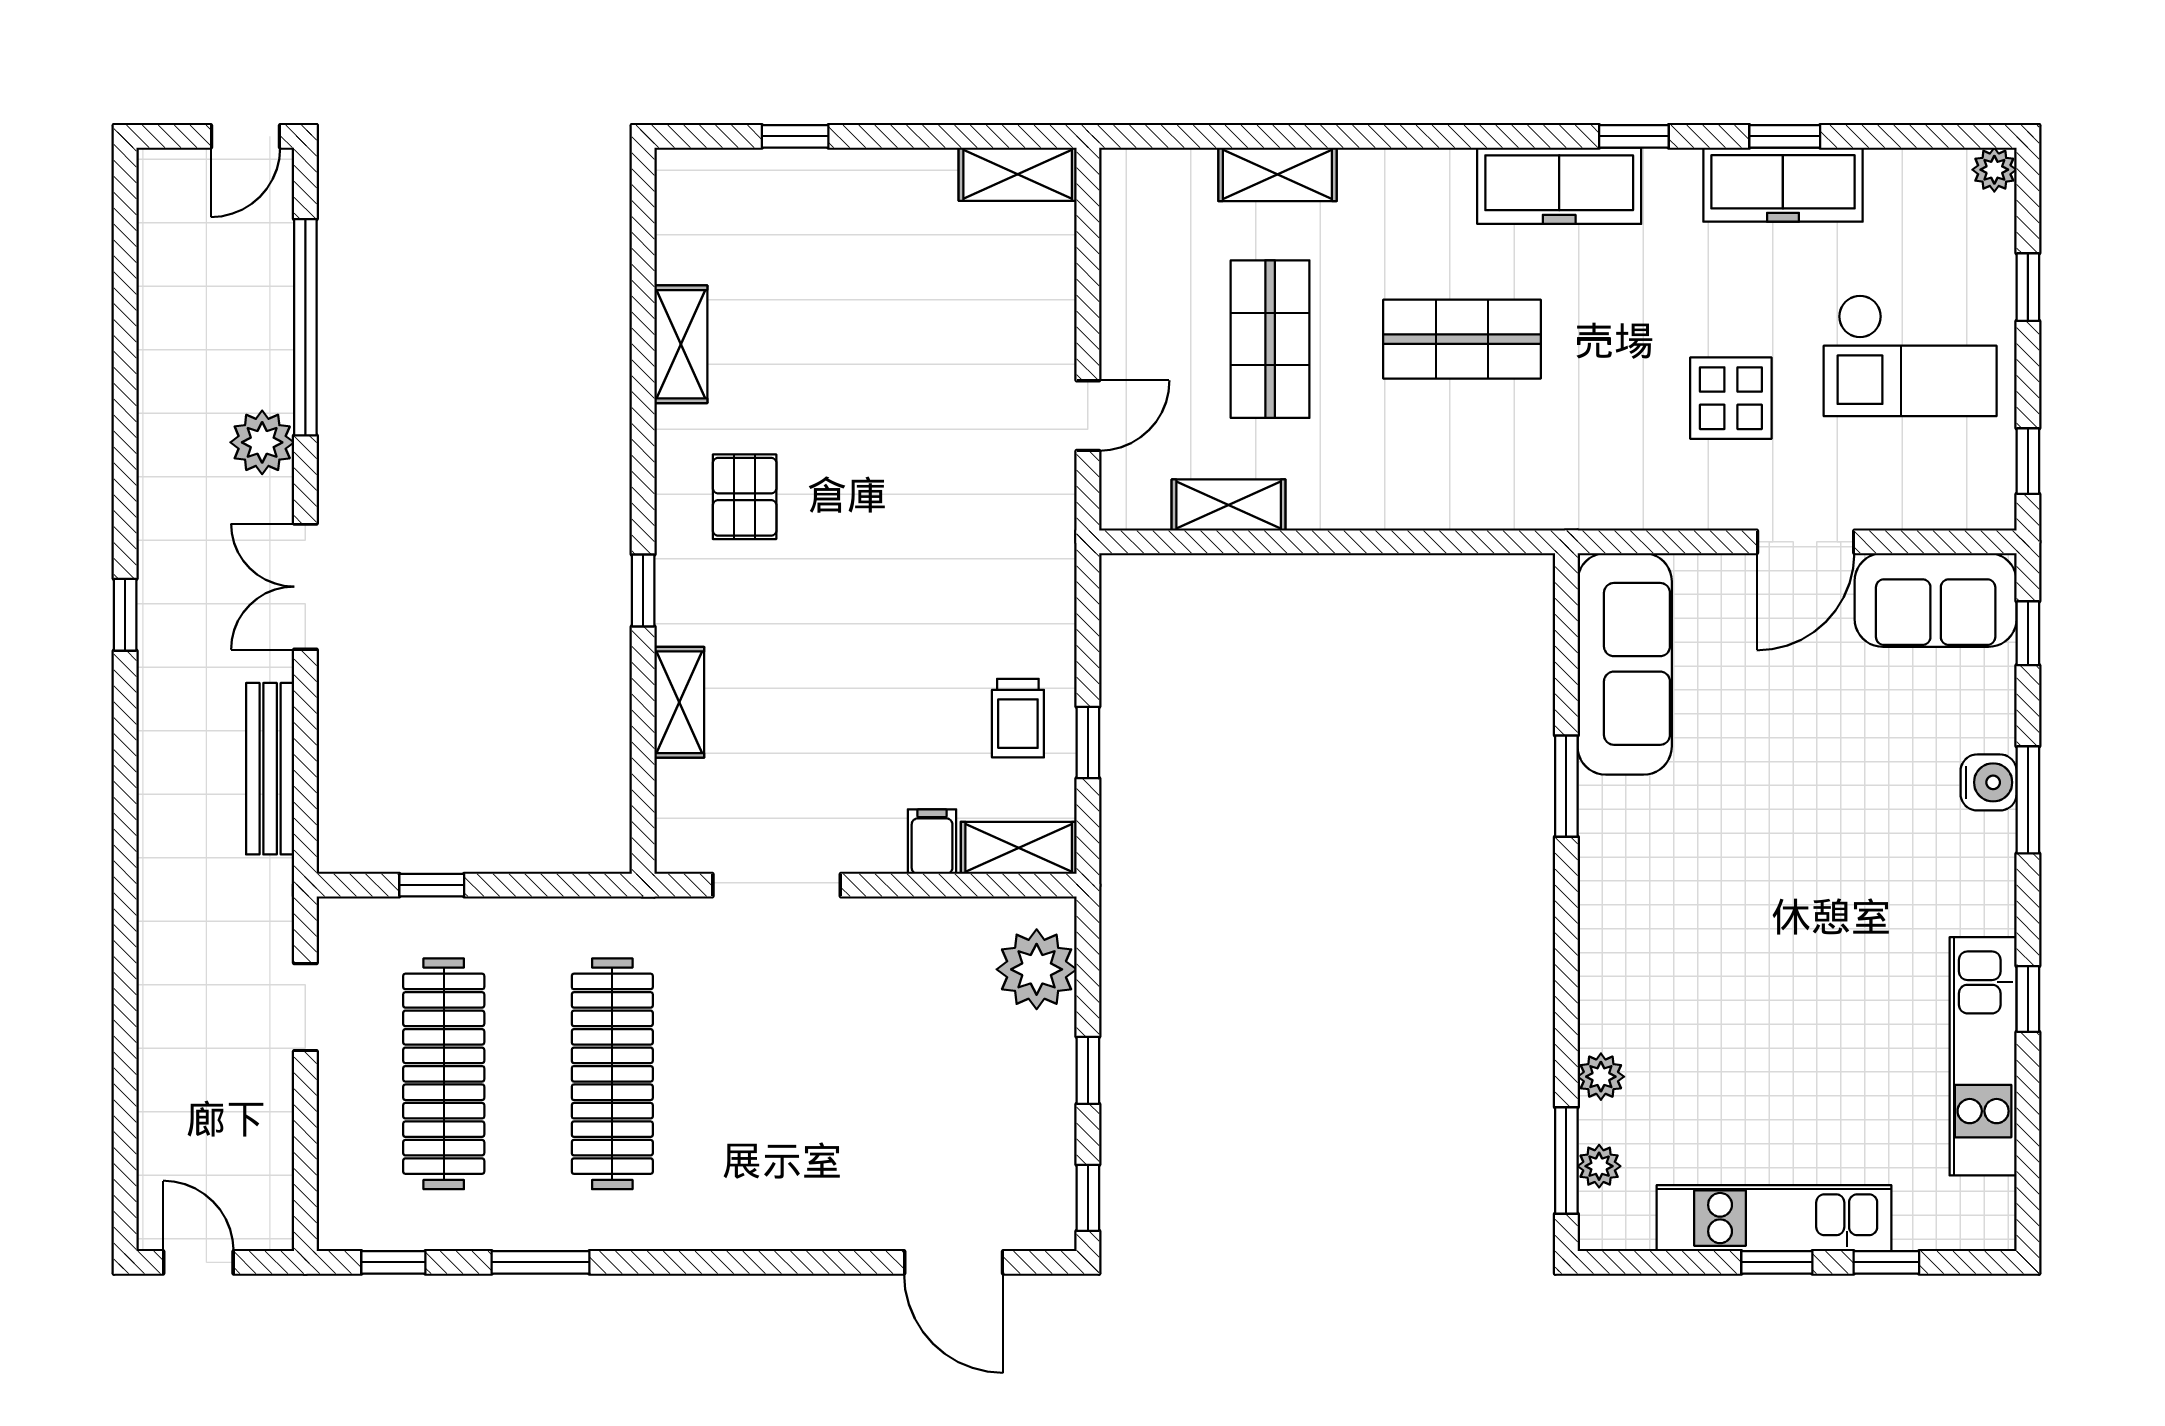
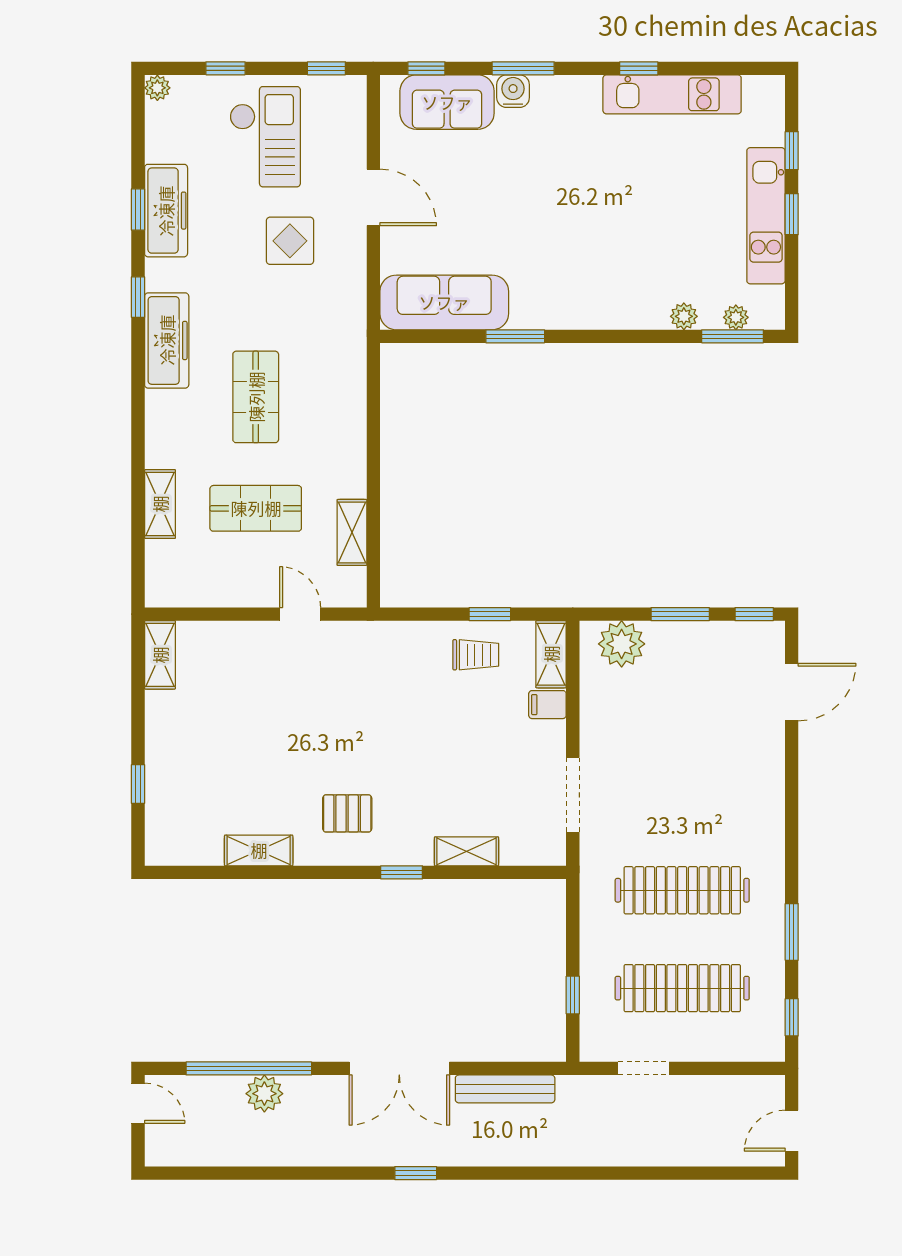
plant: (262, 442) -> (264, 1094), moved
double door: (305, 587) -> (399, 1068), width x1.37
sofa: (1936, 600) -> (447, 102), moved, turned 90
window: (1088, 1070) -> (680, 614), width x1.50

